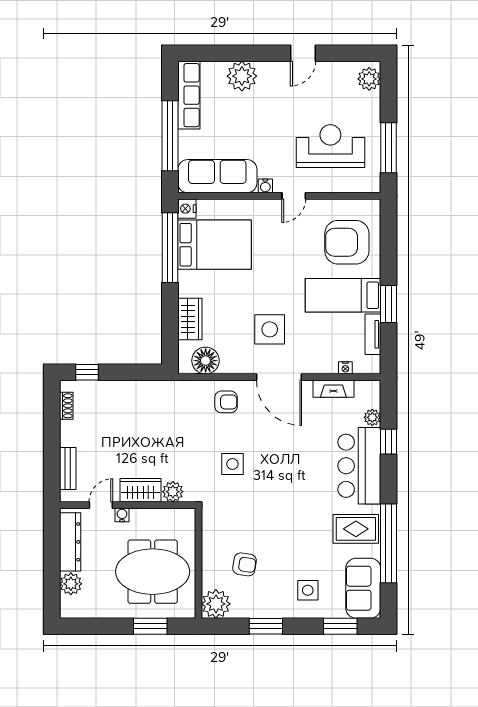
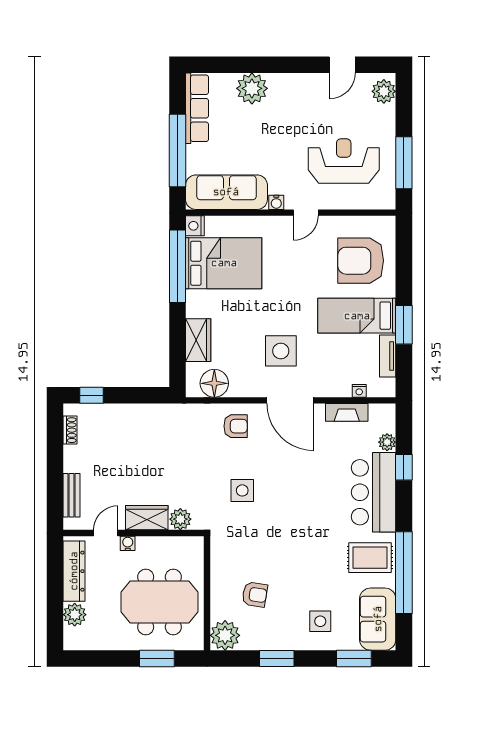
door: (303, 53) -> (342, 65), moved

